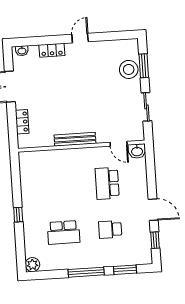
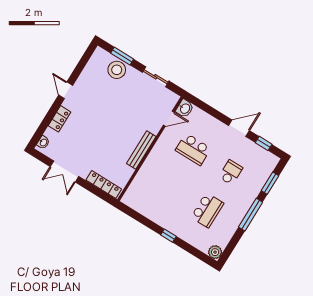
locker: (22, 122) -> (104, 185), width x1.53
school desk: (110, 229) -> (231, 172), turned 180

